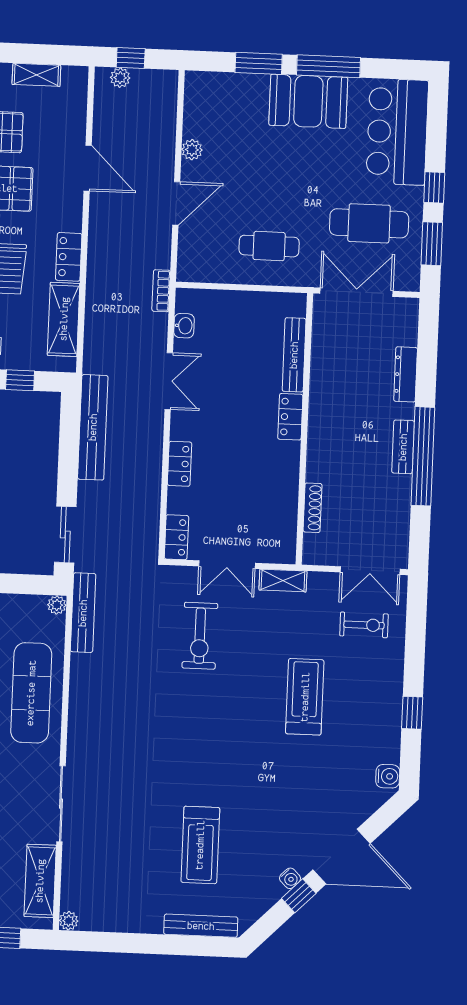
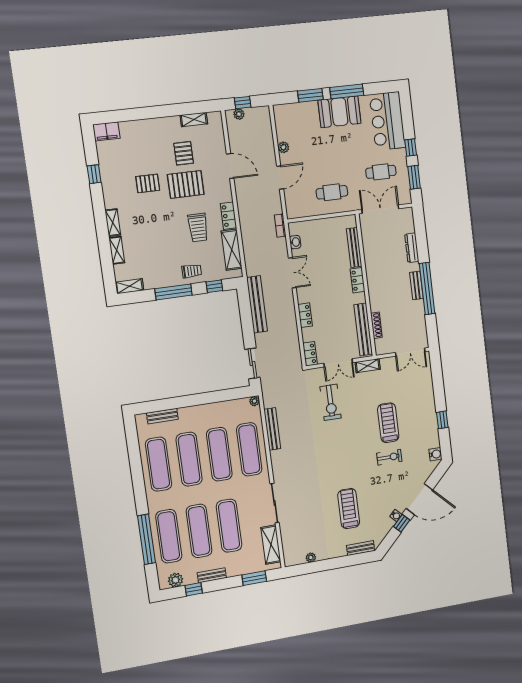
cafe table: (369, 223) -> (381, 172), width x0.73, depth x0.74
bench: (286, 511) -> (363, 329), added
bench: (83, 613) -> (272, 429), moved
exercise bike: (364, 625) -> (389, 457), moved
treadmill: (200, 845) -> (349, 509), turned 180
plant: (69, 921) -> (311, 558), moved
bench: (201, 926) -> (361, 548), width x0.73

